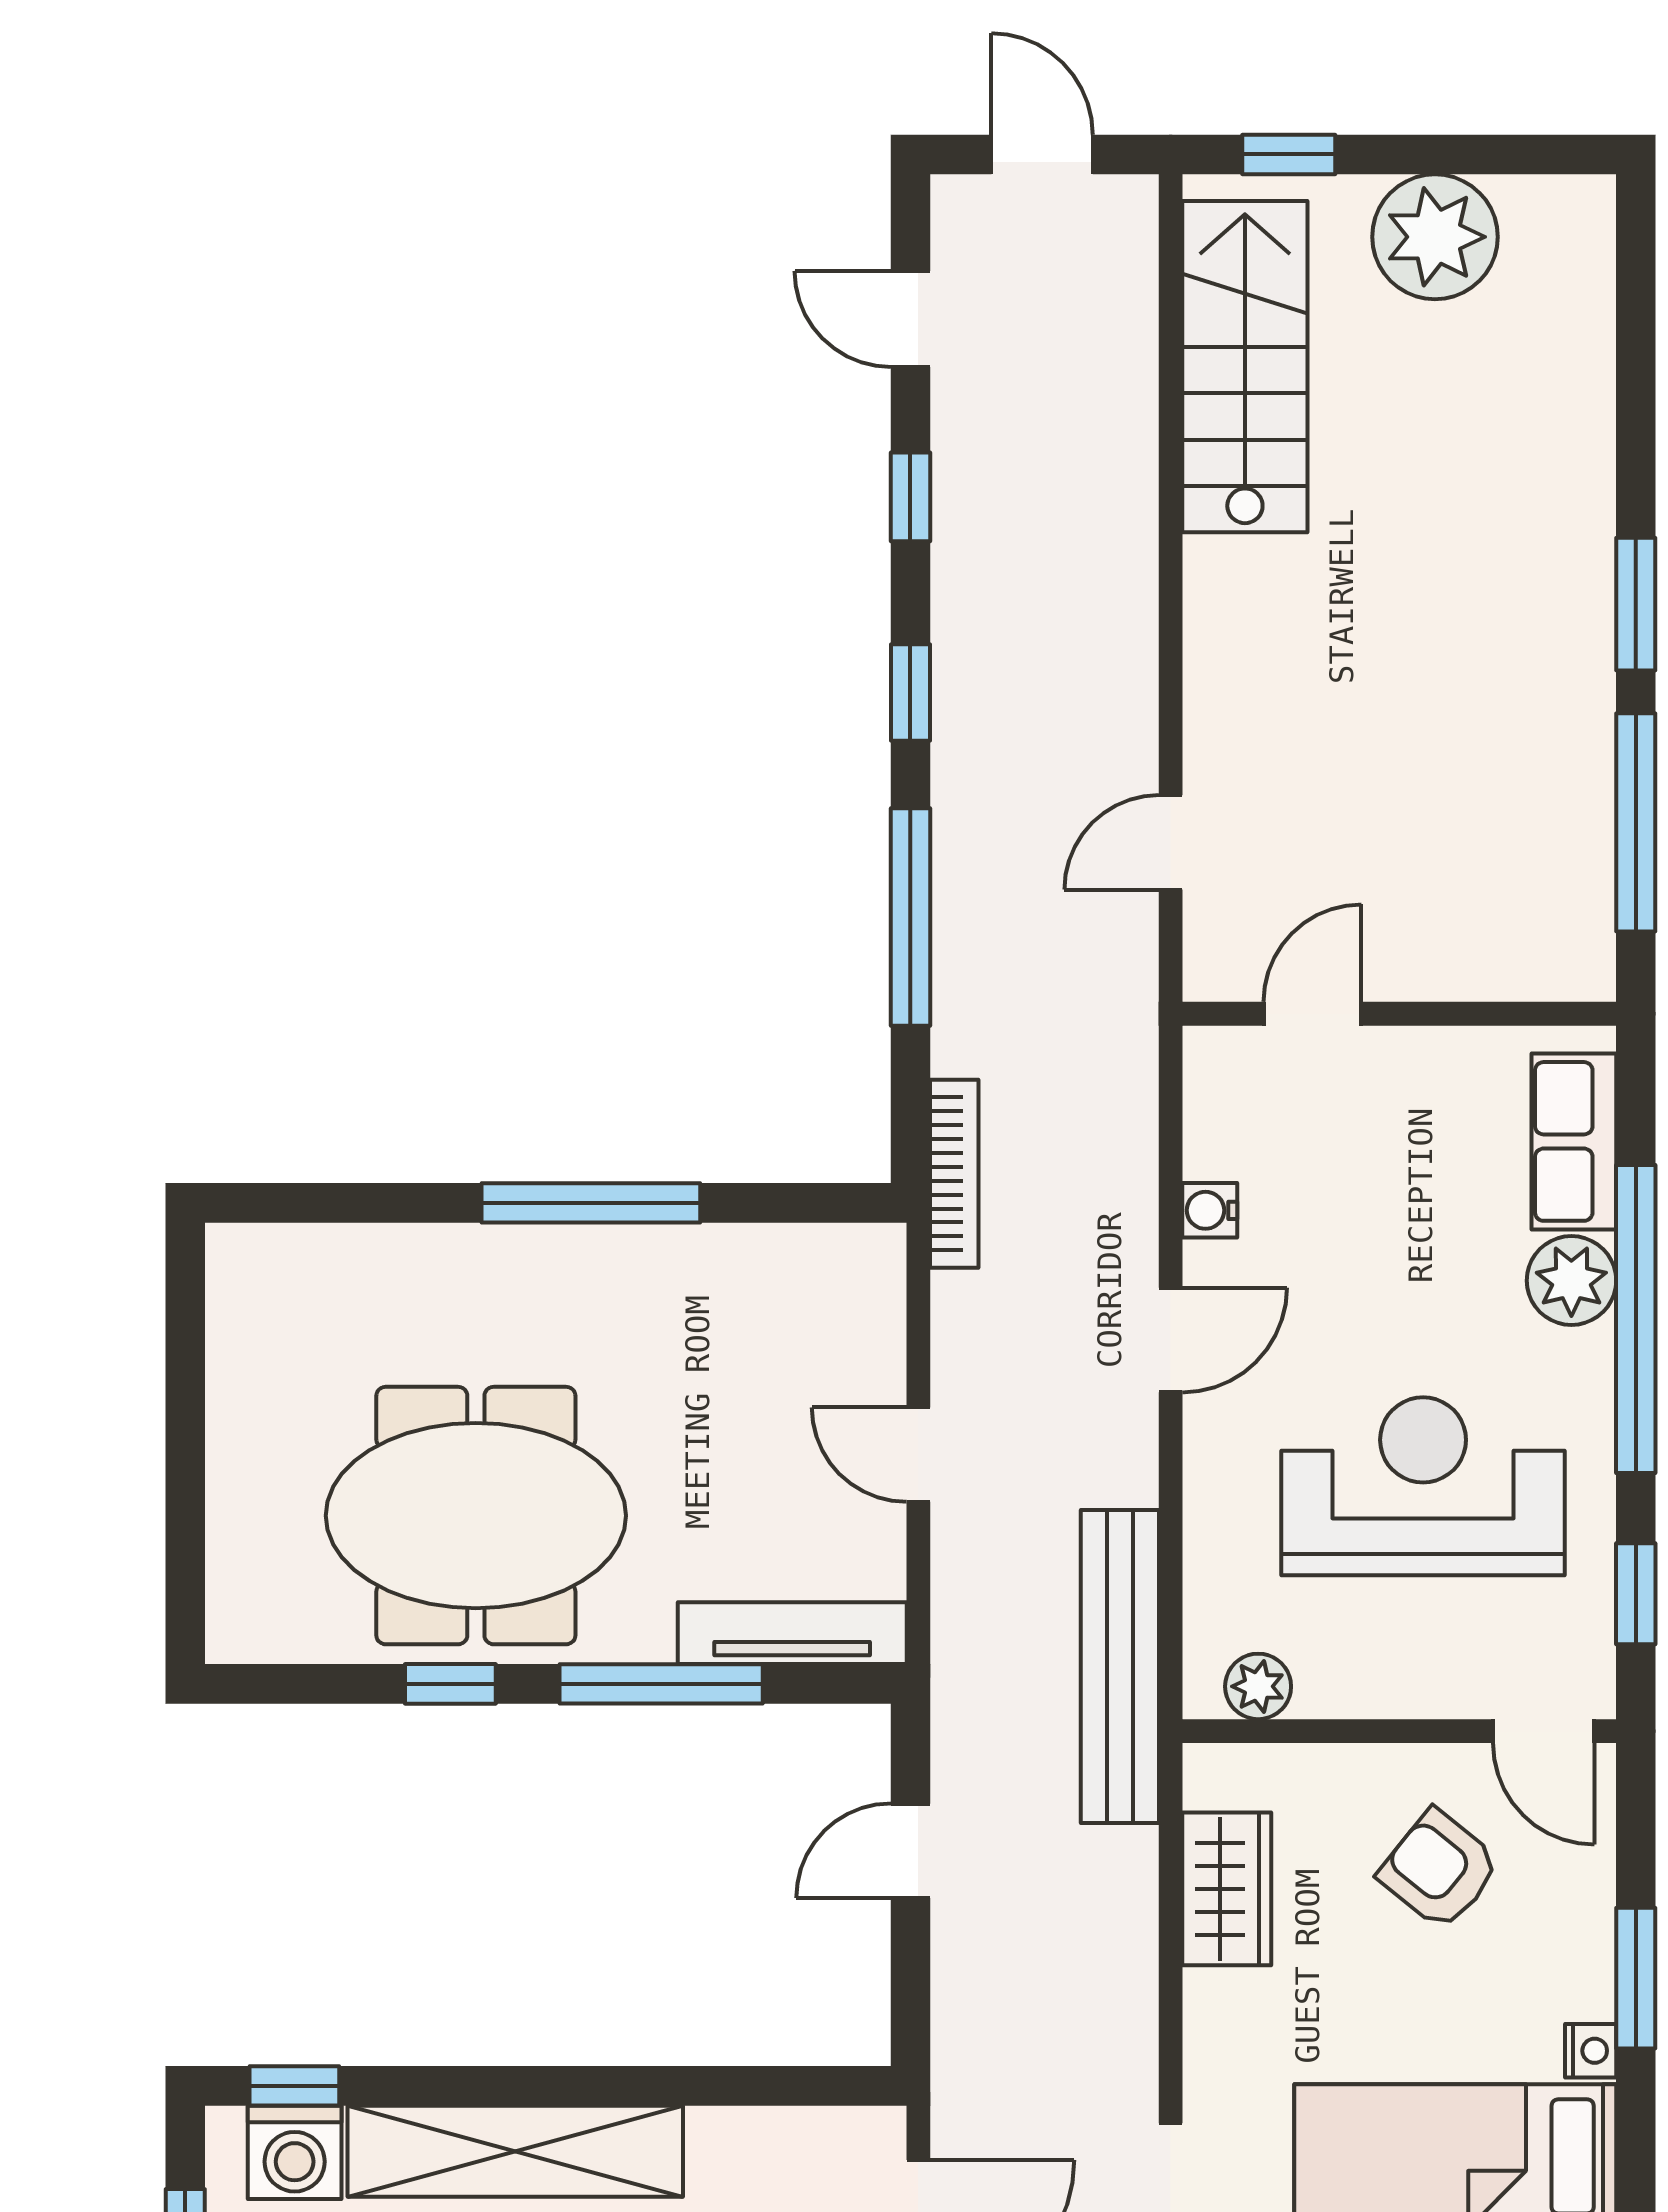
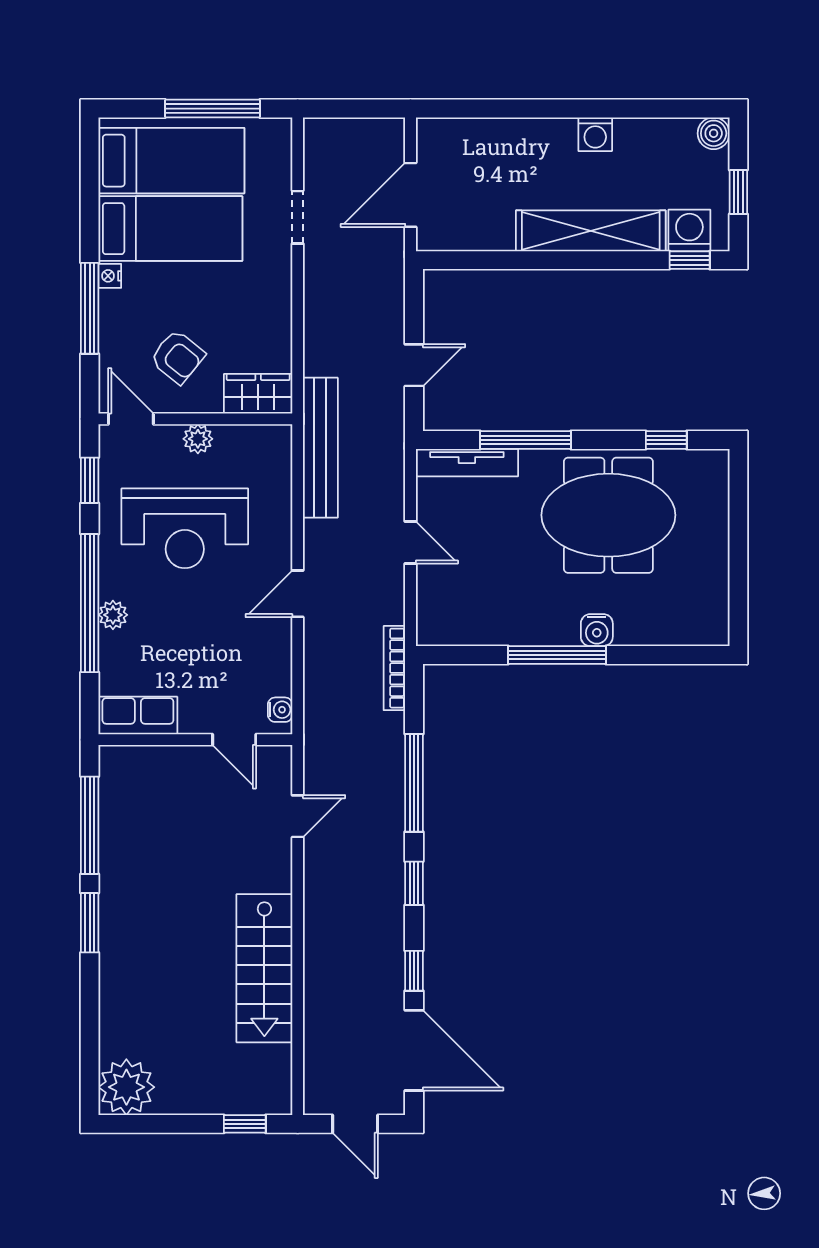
plant: (1435, 237) -> (126, 1087), moved
door: (910, 319) -> (414, 1050), width x1.87
stairs: (1245, 367) -> (264, 968), moved
door: (1312, 1014) -> (234, 740), hinge flipped
row of seats: (1574, 1141) -> (138, 715), moved, turned -90
water cooler: (1210, 1210) -> (280, 710), moved
water cooler: (502, 1259) -> (597, 630), added
plant: (1571, 1281) -> (113, 615), width x0.73, depth x0.73
window: (450, 1684) -> (666, 440), moved
plant: (1258, 1686) -> (198, 439), moved
wardrobe: (1227, 1889) -> (258, 394), moved, turned 90
window: (1636, 1978) -> (90, 308), width x1.44

